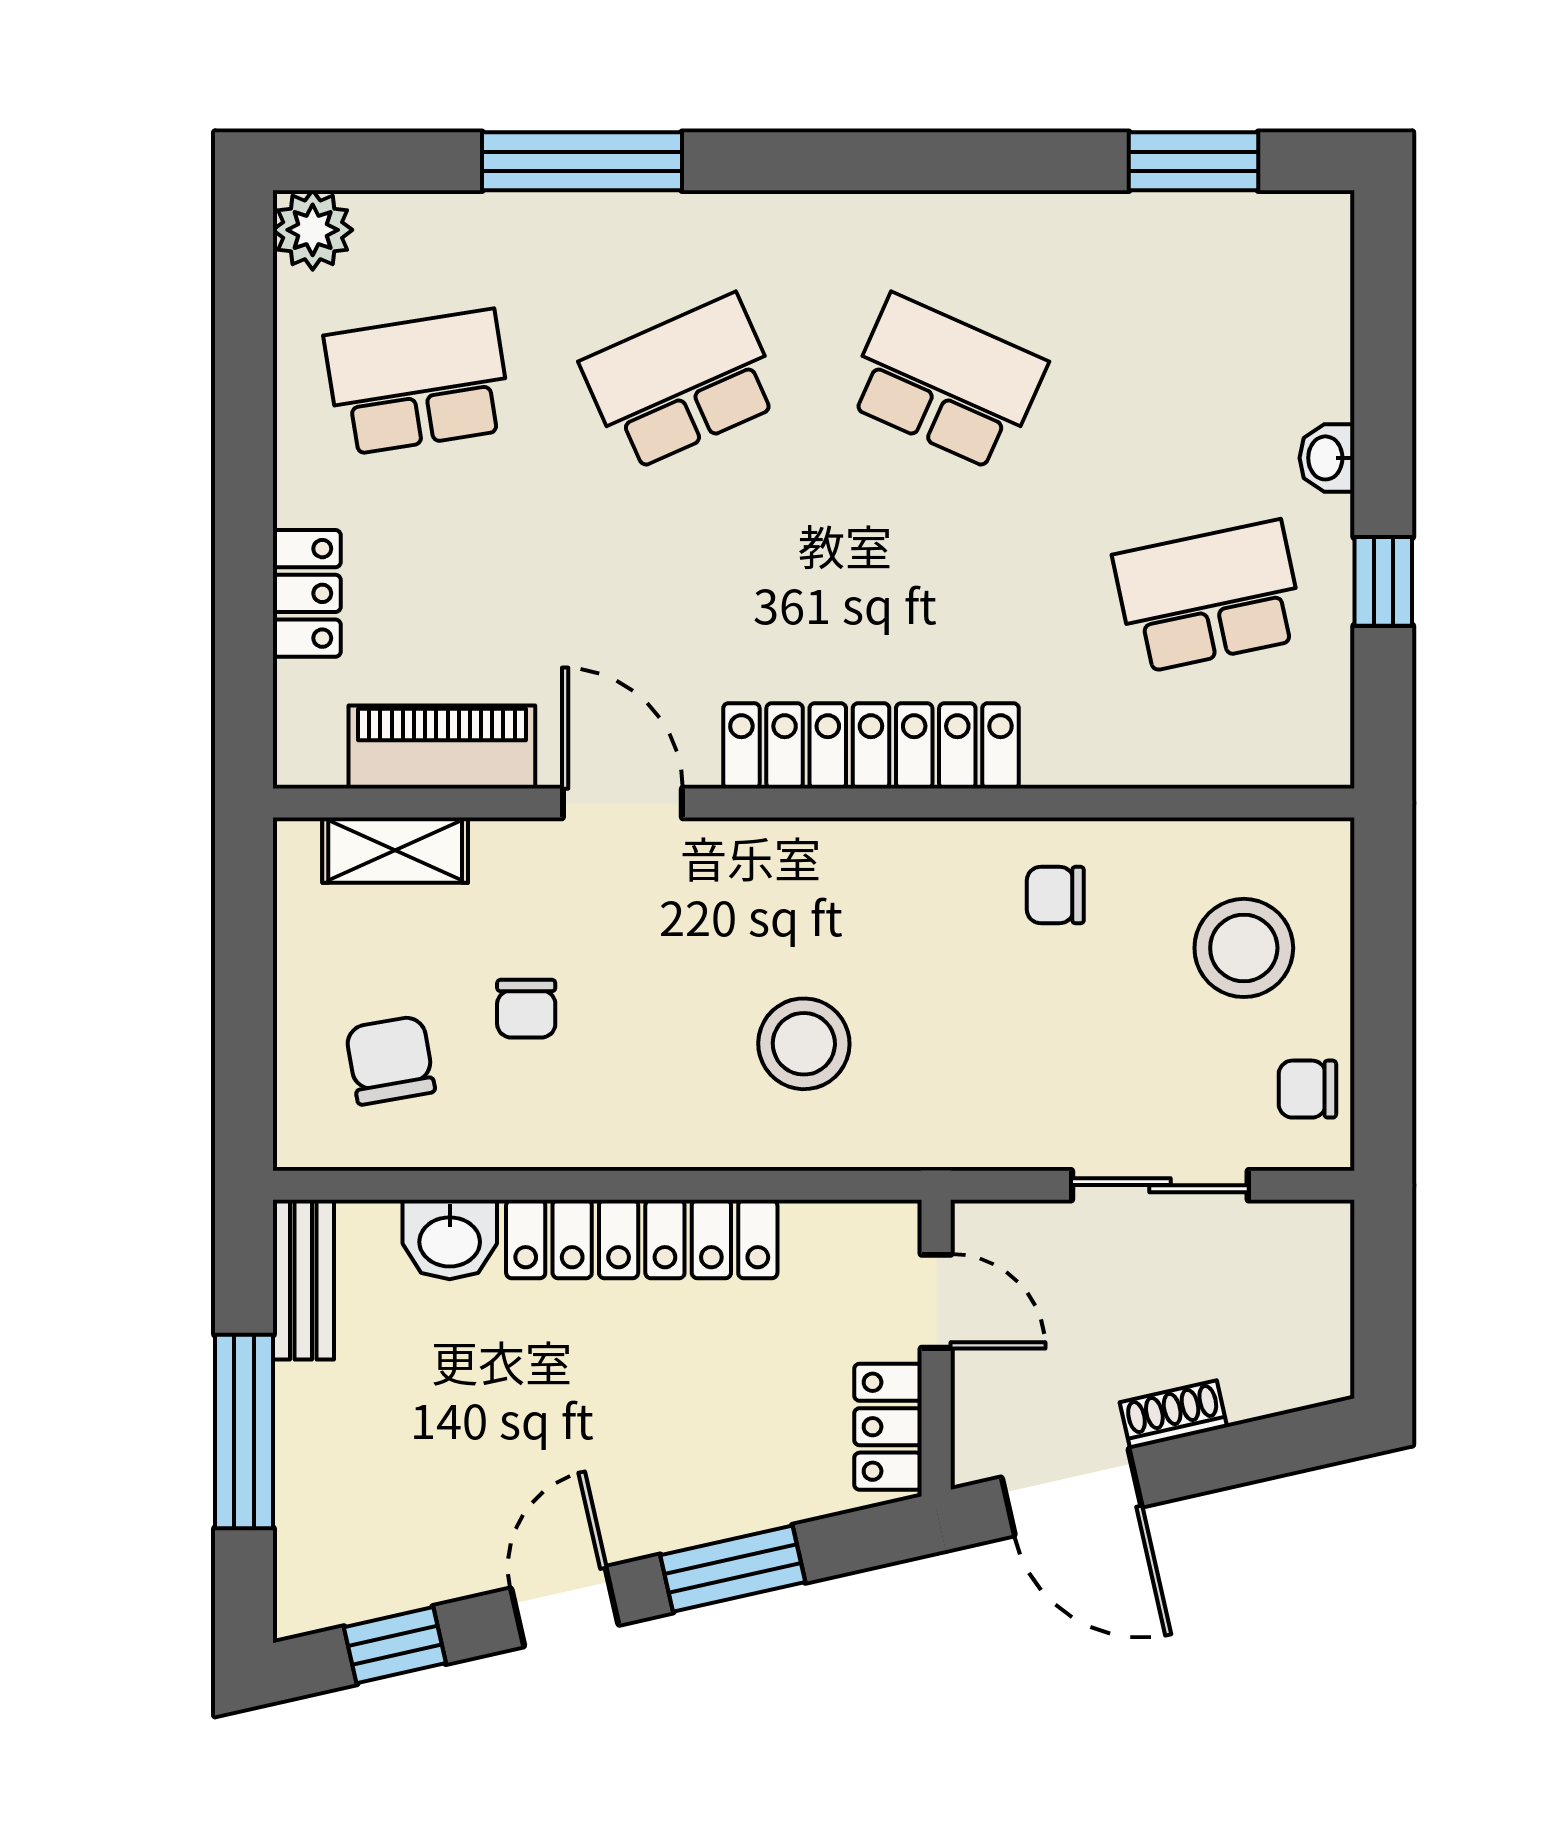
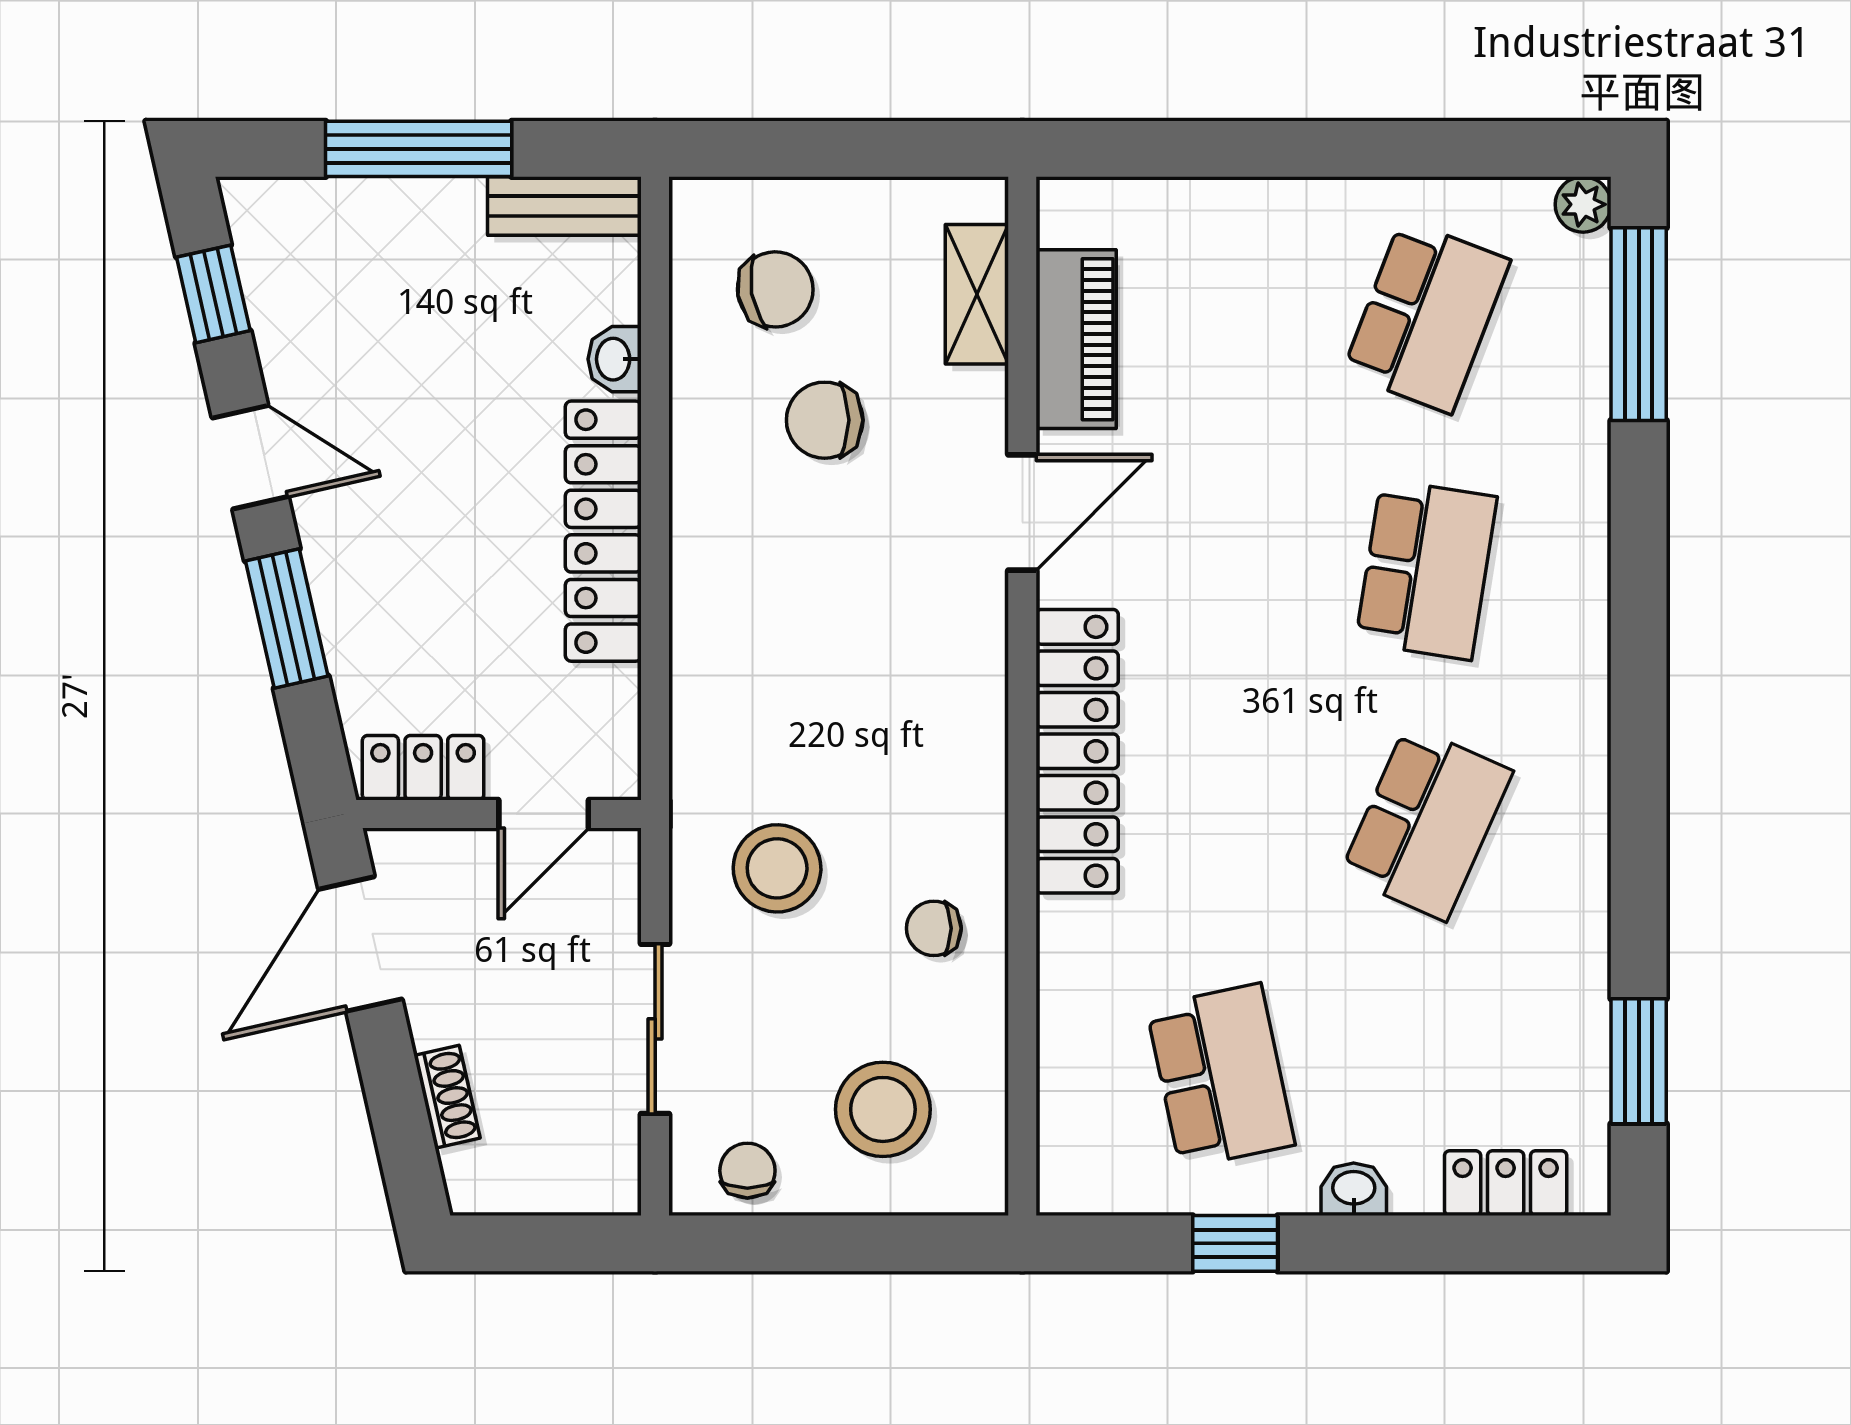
window: (582, 161) -> (1639, 324), moved
plant: (313, 230) -> (1583, 204), width x0.73, depth x0.73
school desk: (418, 382) -> (1426, 316), turned 30
school desk: (682, 382) -> (1426, 570), turned 33
locker: (307, 593) -> (1506, 1183), moved, turned 180
chair: (1055, 895) -> (934, 928), turned -90
chair: (526, 1009) -> (825, 420), width x1.37, depth x1.37
stool: (804, 1044) -> (777, 868), moved
washbasin: (450, 1240) -> (615, 359), width x0.72, depth x0.69
shoe rack: (1173, 1415) -> (447, 1097), moved

